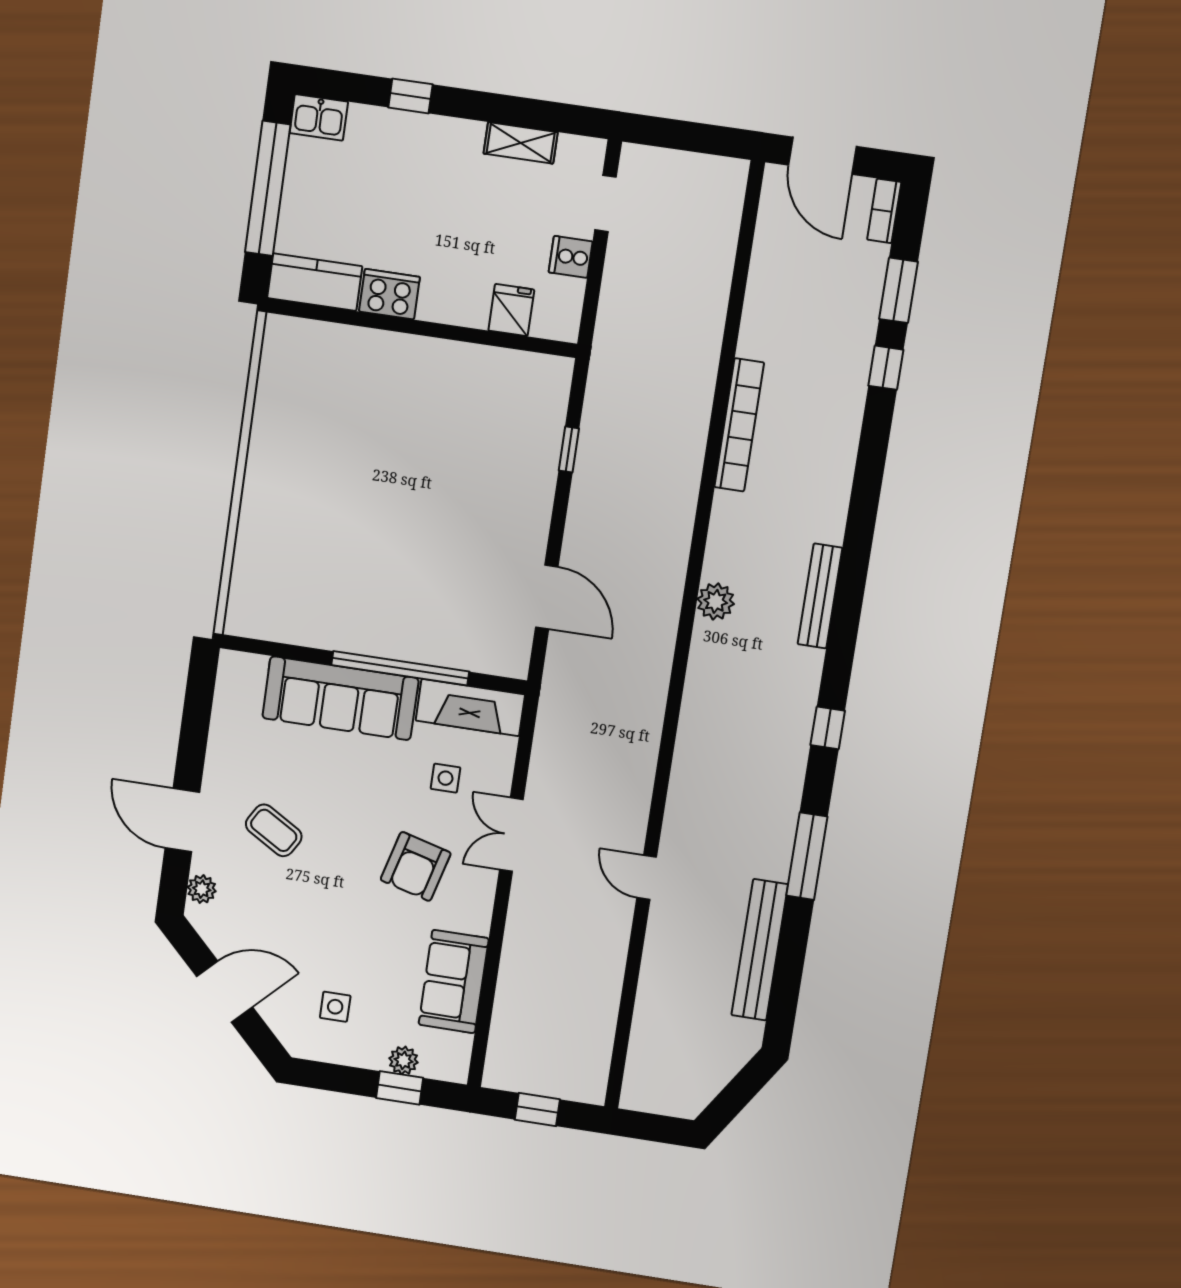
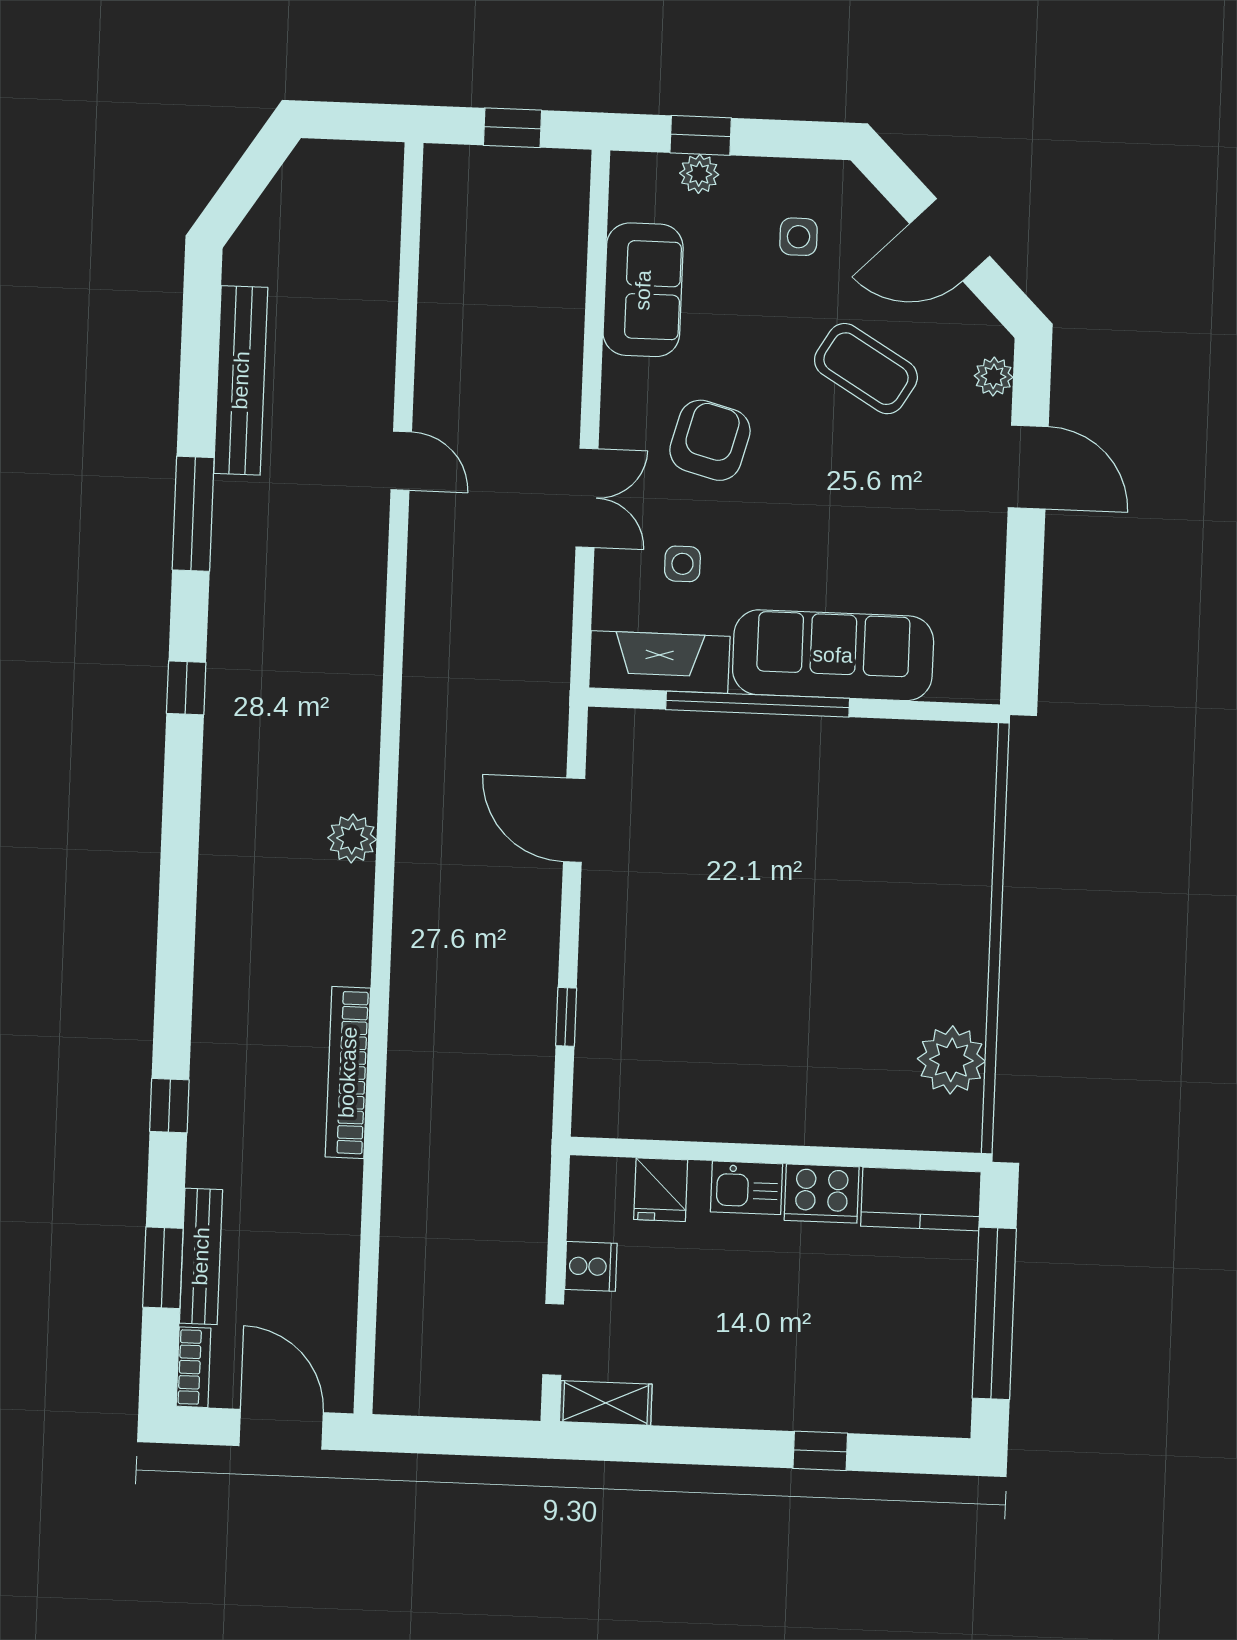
kitchen sink: (319, 117) -> (747, 1188), moved, turned 180
shelving: (521, 143) -> (606, 1403), moved
window: (886, 368) -> (169, 1106), moved
plant: (282, 386) -> (951, 1060), added
bench: (820, 596) -> (201, 1256), moved
coffee table: (274, 830) -> (866, 369), moved, width x1.36, depth x1.30

